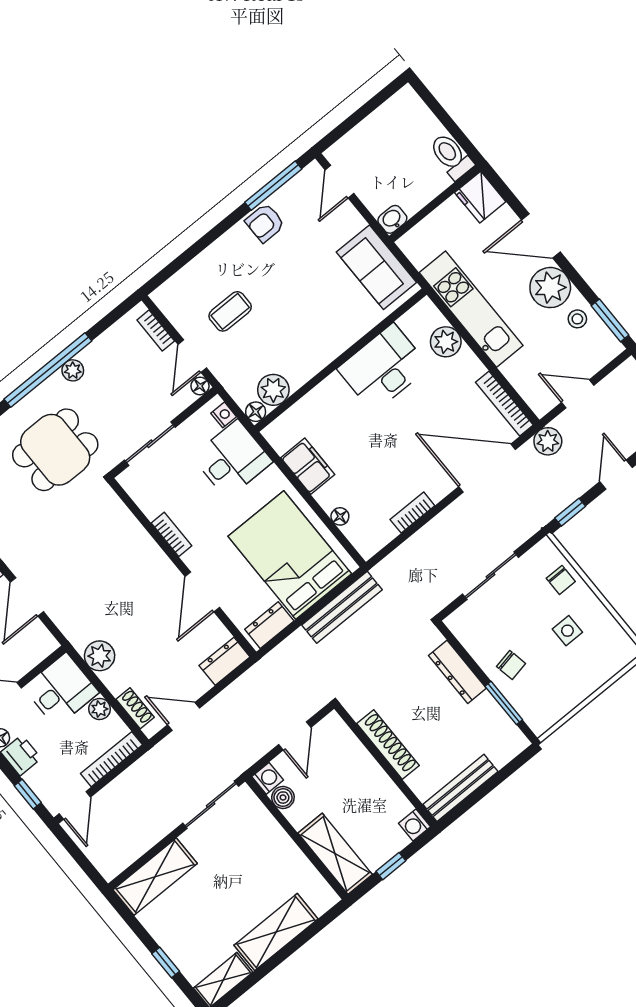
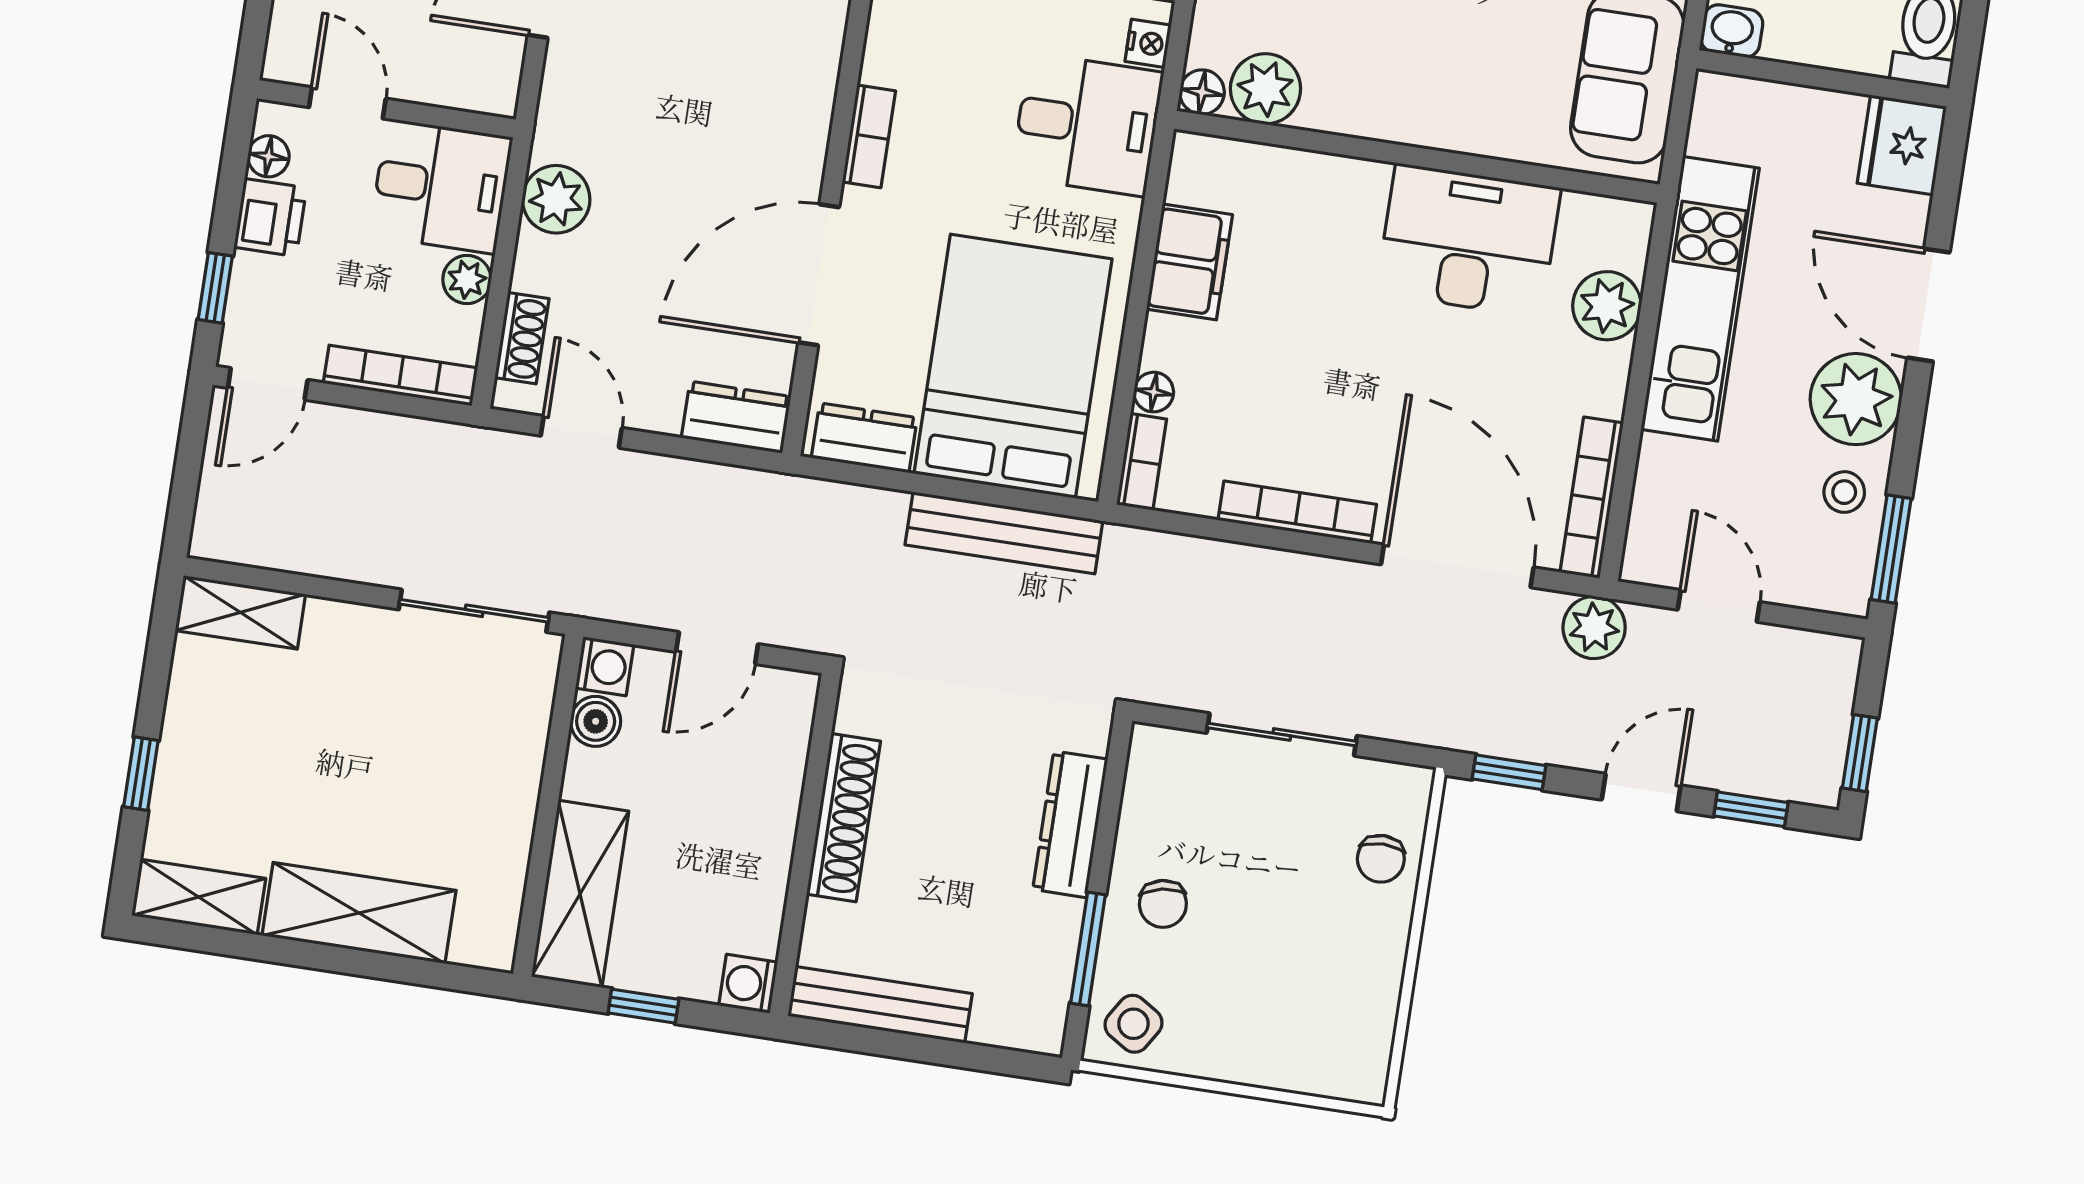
bookcase: (412, 513) -> (1297, 512), width x1.56
bookcase: (359, 541) -> (1142, 462), added
door: (202, 592) -> (819, 275), width x1.36
side table: (567, 631) -> (1133, 1024), moved, turned 32
shelving: (155, 877) -> (240, 612), width x0.67, depth x0.75

